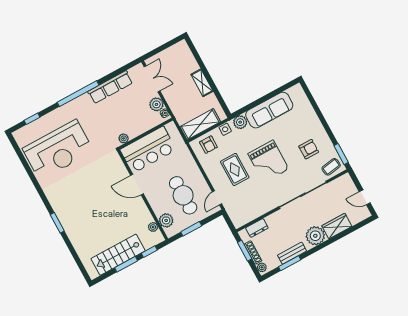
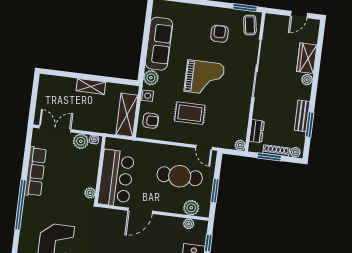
plant: (238, 223) -> (240, 145), added
plant: (315, 236) -> (307, 80), width x0.53, depth x0.53

